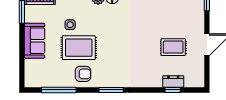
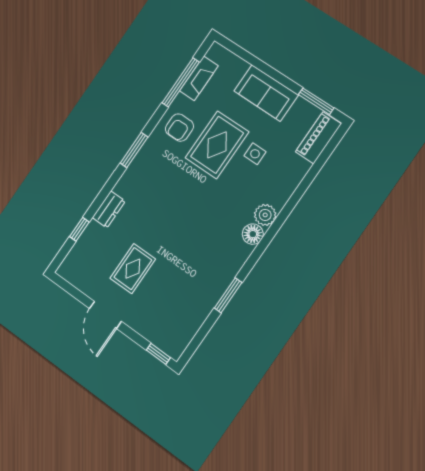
fireplace: (50, 82) -> (199, 78), added
dresser: (173, 82) -> (109, 209), moved

